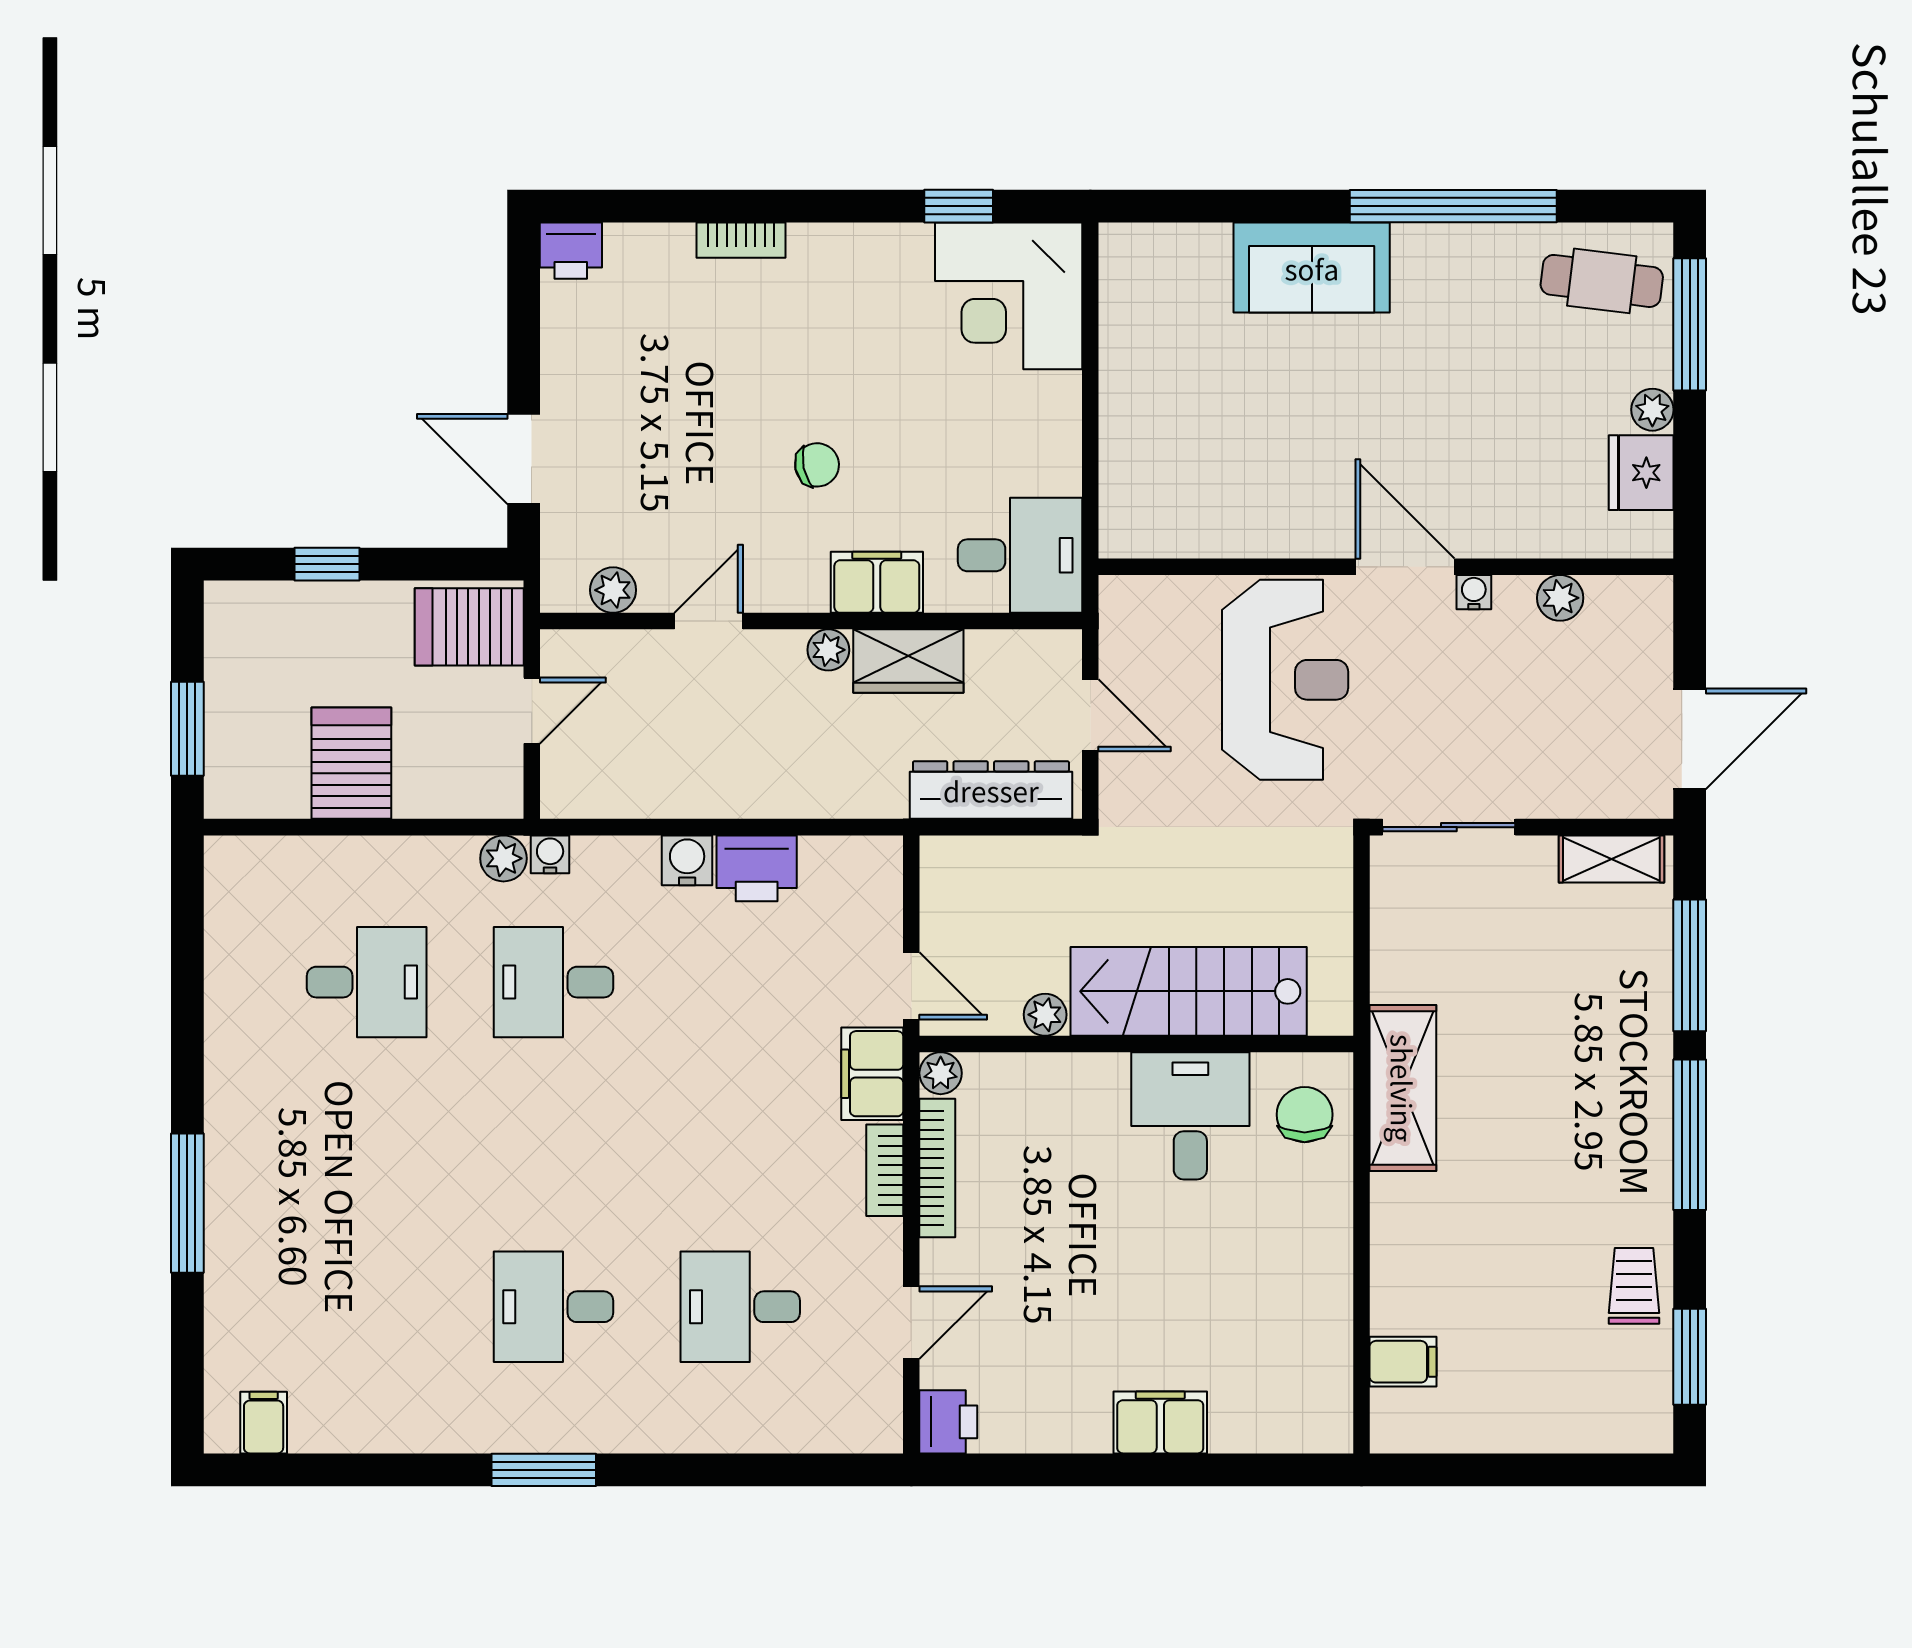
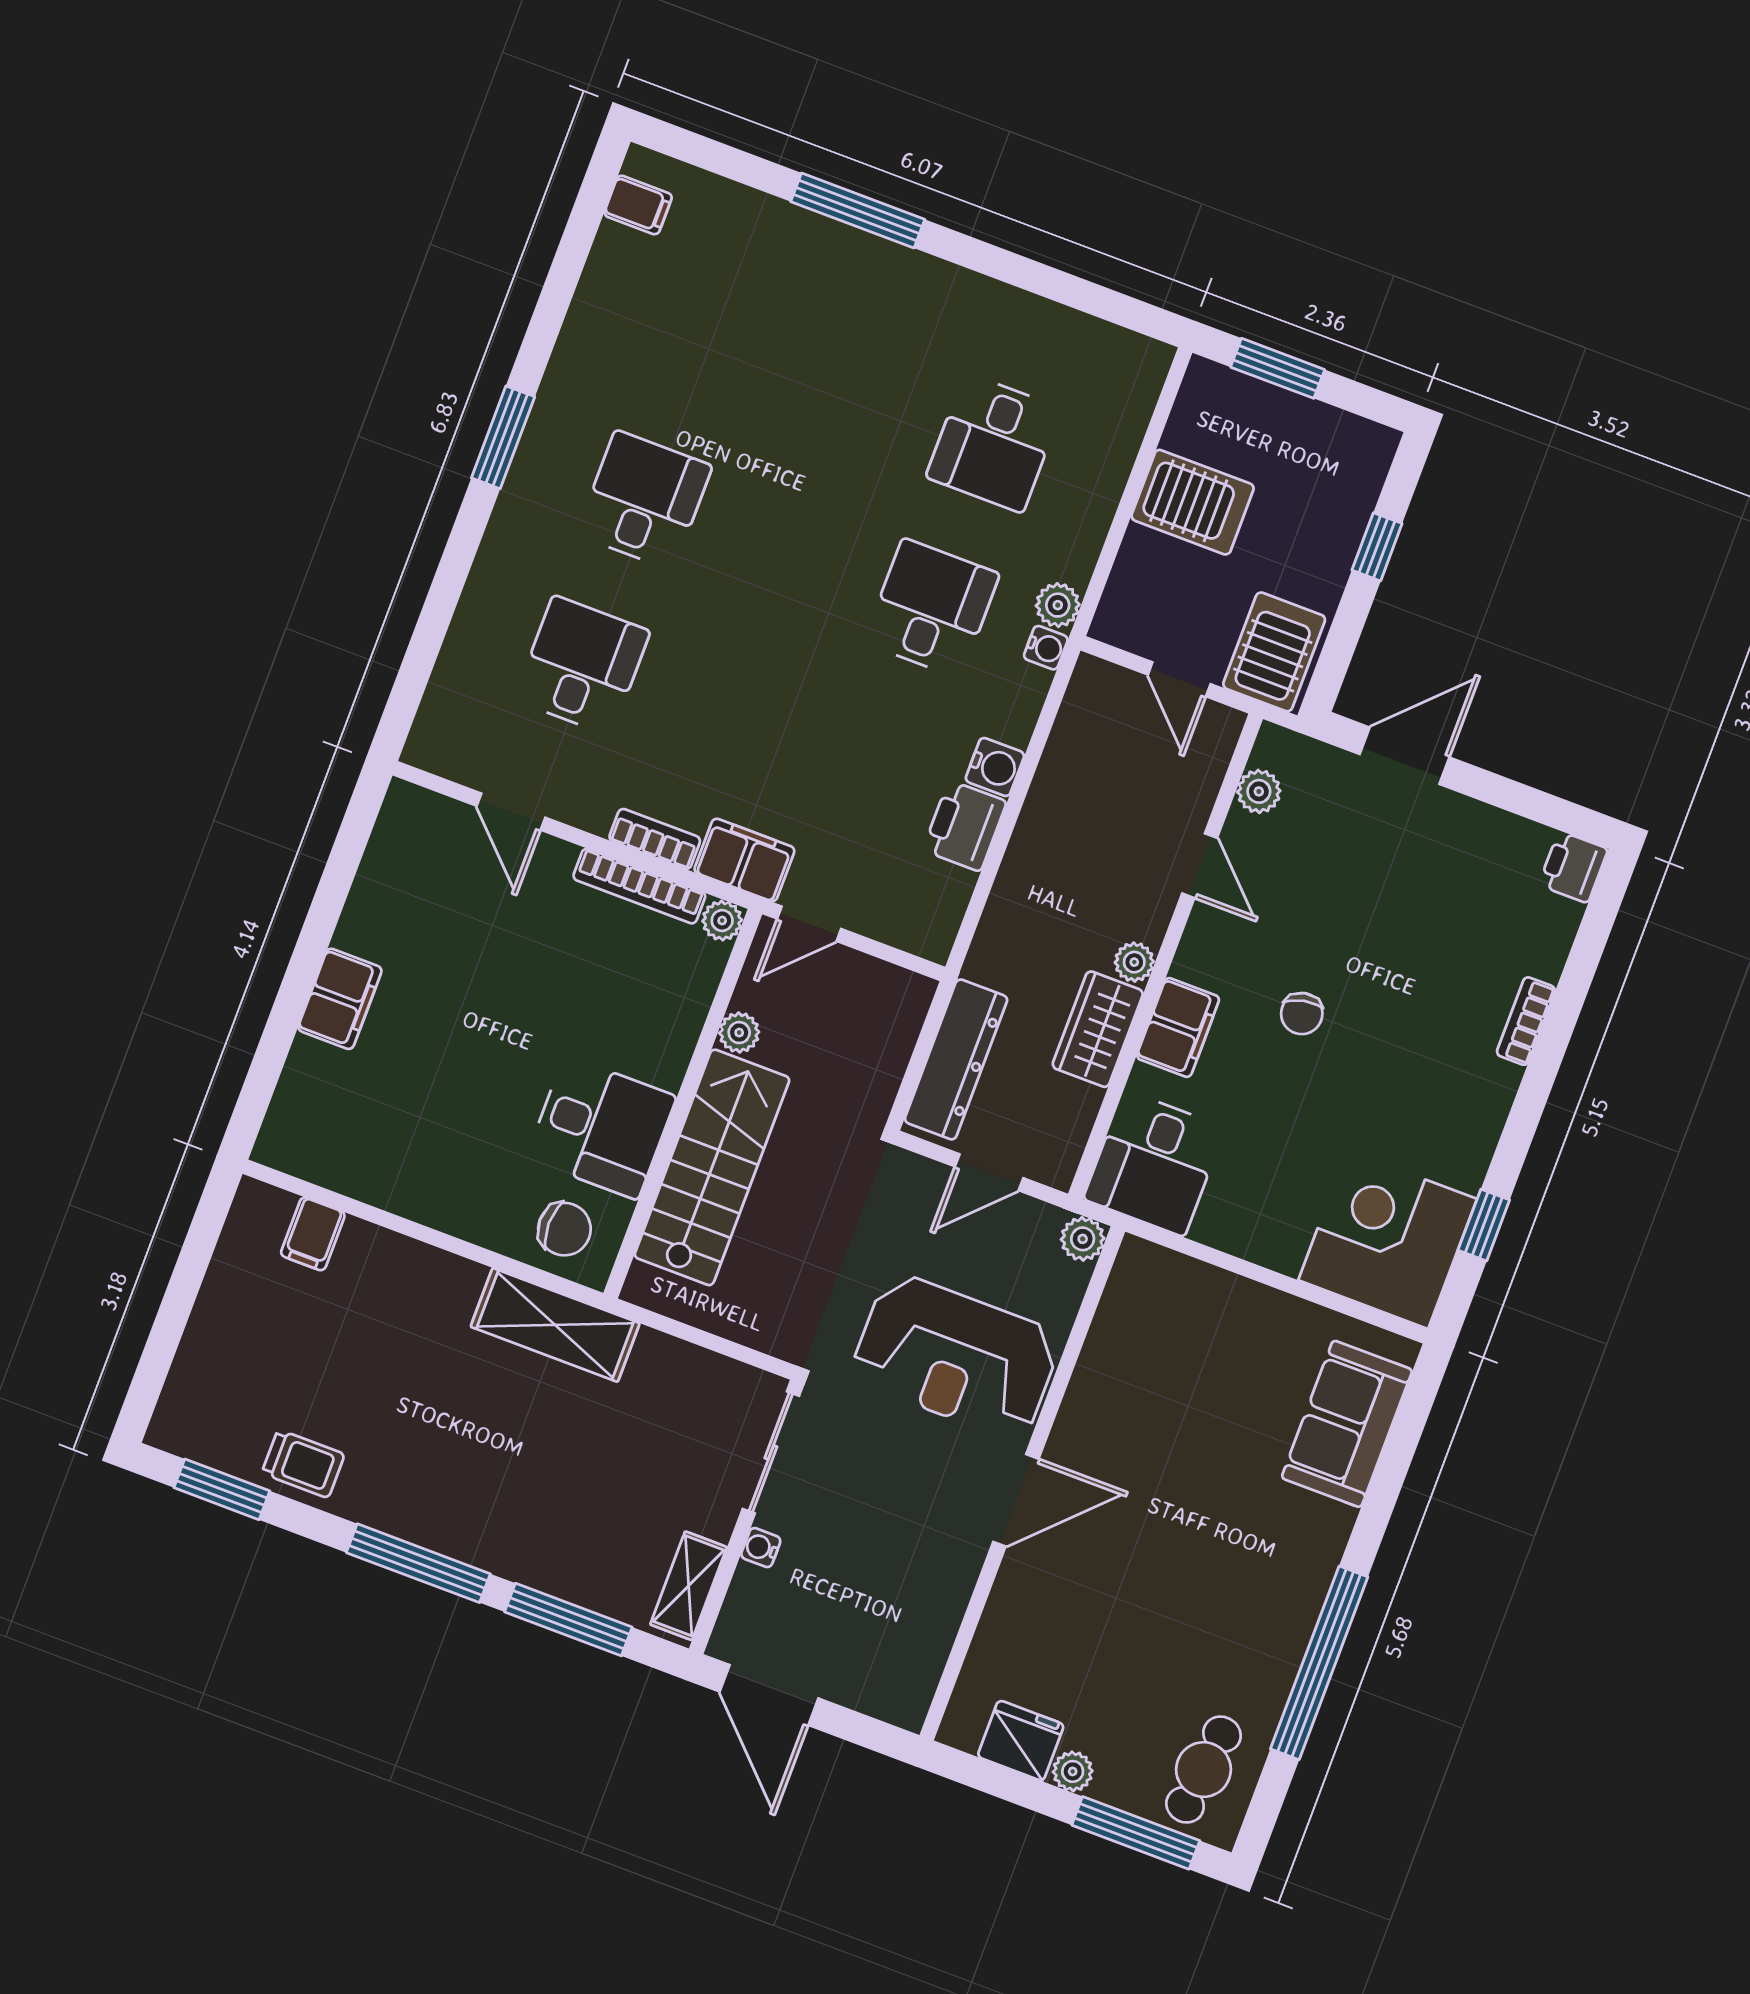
sofa: (1312, 268) -> (1347, 1424), moved
water cooler: (1474, 592) -> (761, 1548), moved, turned 180
plant: (1560, 598) -> (1083, 1239), moved
printer: (948, 1422) -> (411, 811), removed

